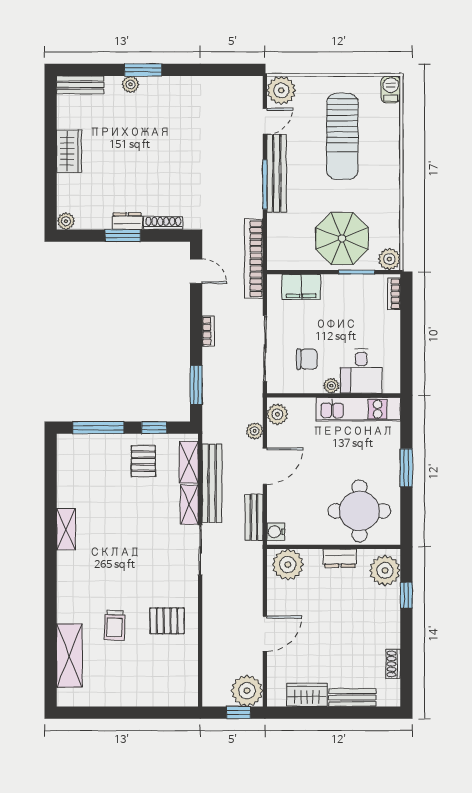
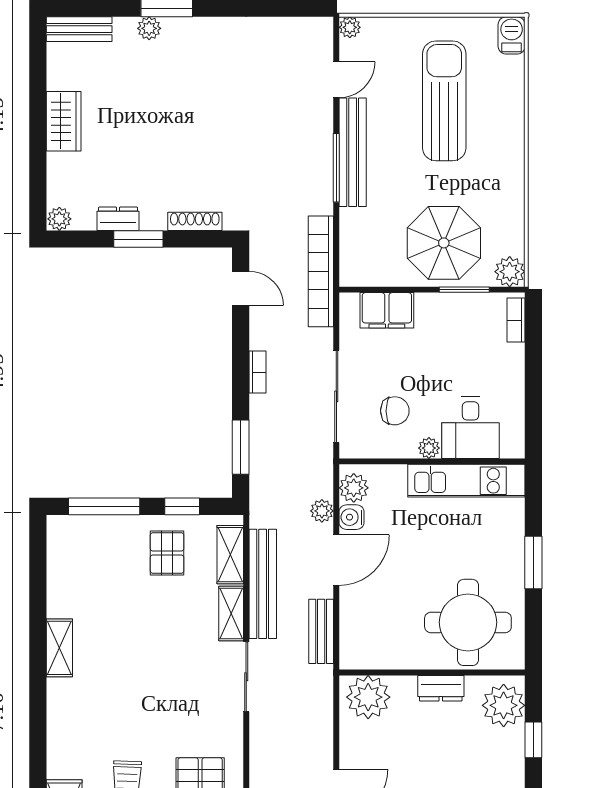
plant: (281, 90) -> (350, 27), width x0.53, depth x0.53
sun lounger: (342, 136) -> (444, 101), turned 180
dresser: (127, 221) -> (118, 219), moved
water cooler: (276, 532) -> (352, 517), moved

